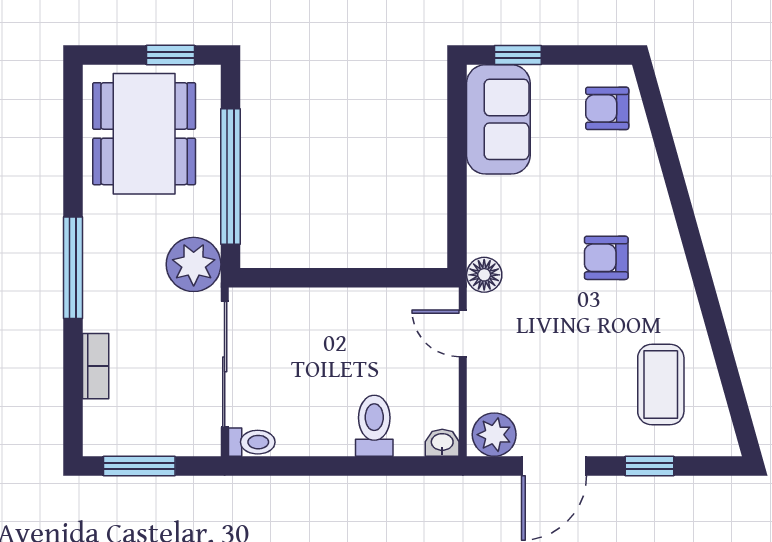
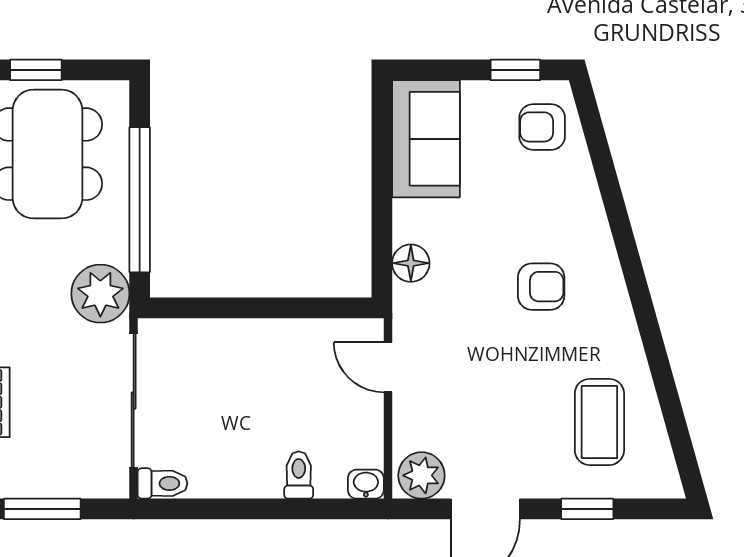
window: (171, 55) -> (36, 70), moved
window: (518, 55) -> (515, 70), moved
armchair: (606, 258) -> (541, 287), turned 180
floor lamp: (484, 275) -> (411, 263), moved
toilet: (374, 426) -> (299, 475), width x0.73, depth x0.72

